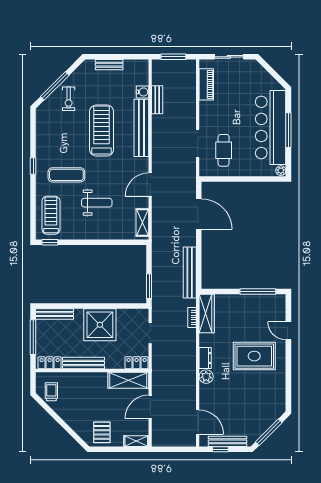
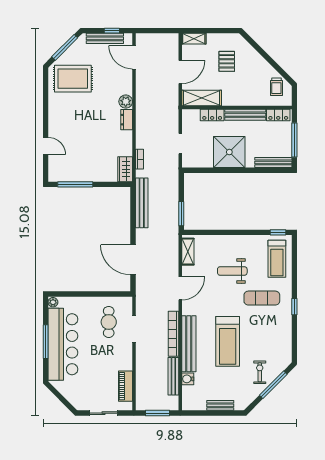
bench: (157, 100) -> (173, 376), width x1.36
bookcase: (157, 138) -> (174, 334), added
window: (149, 286) -> (181, 214), moved
wardrobe: (207, 314) -> (125, 169), width x0.67
rug: (254, 356) -> (73, 79), moved
locker: (137, 363) -> (212, 115), moved
pallet: (102, 432) -> (227, 61), moved

